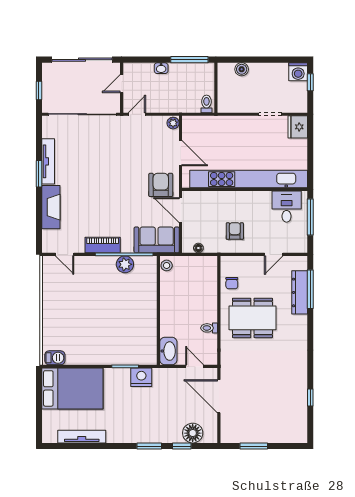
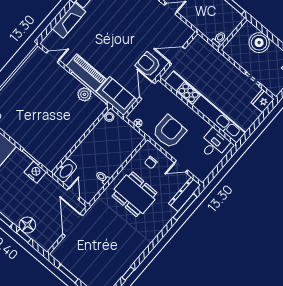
boiler: (242, 69) -> (259, 43), width x1.86, depth x1.86
plant: (173, 123) -> (188, 33), removed
door: (181, 153) -> (177, 55), swing flipped
armchair: (161, 185) -> (148, 64), turned -90
window: (310, 217) -> (223, 163), removed
armchair: (235, 231) -> (169, 132), width x1.88, depth x1.88
piano: (103, 245) -> (86, 73), width x1.37, depth x1.33
door: (65, 254) -> (53, 57), swing flipped
chair: (232, 283) -> (151, 162), moved
dresser: (300, 292) -> (185, 194), moved
floor lamp: (193, 433) -> (27, 225), moved

